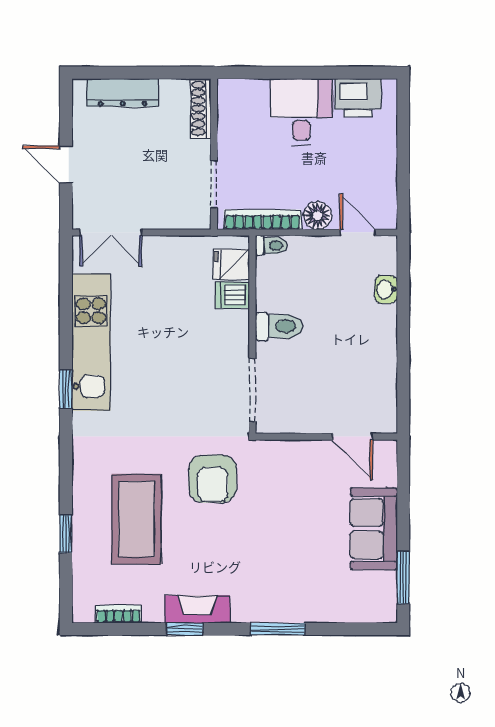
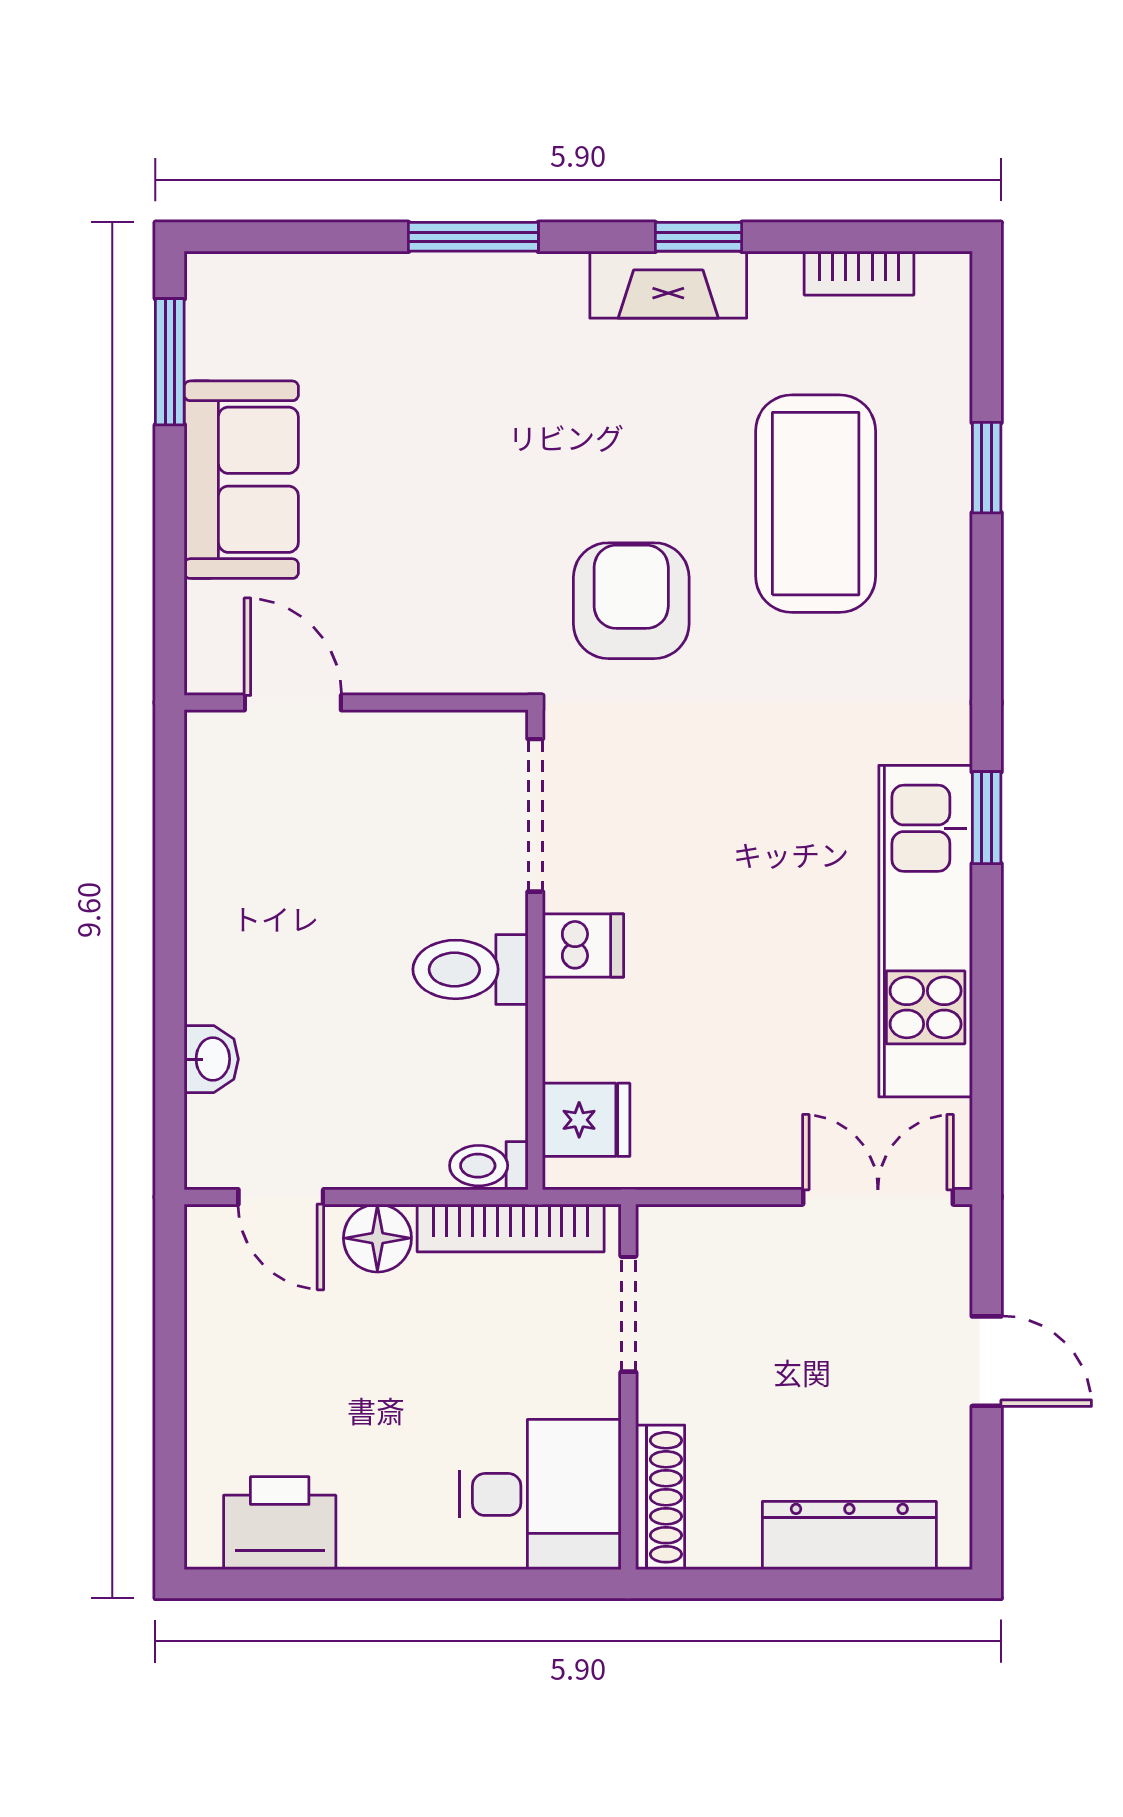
desk: (301, 112) -> (540, 1494), moved, turned -90
dishwasher: (233, 295) -> (583, 945), moved

